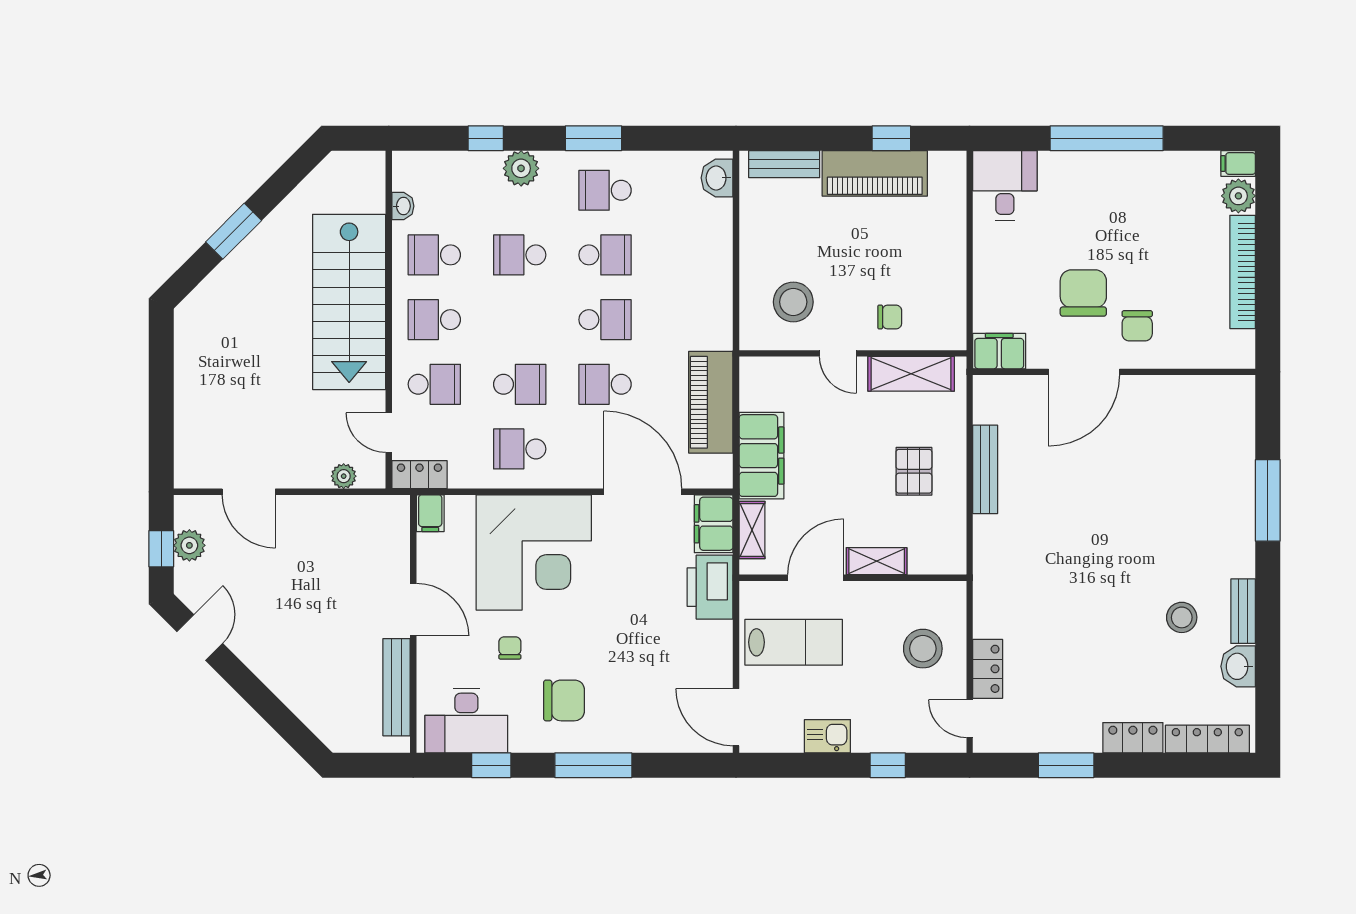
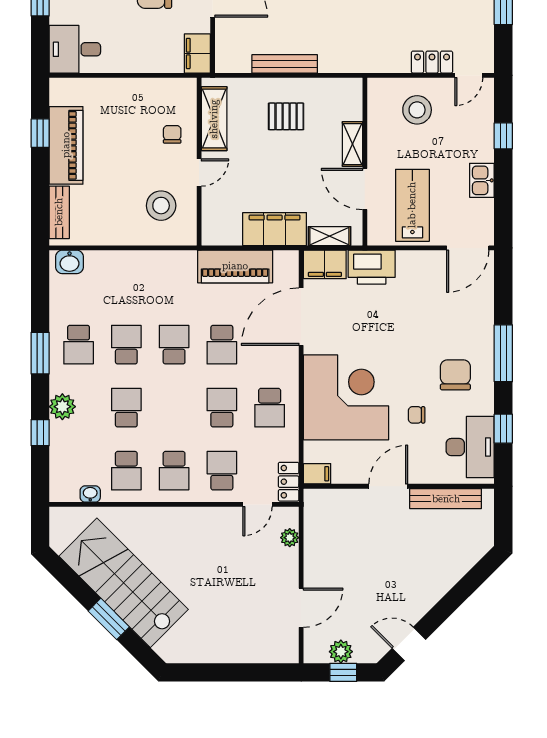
school desk: (520, 255) -> (126, 408), turned 180
stairs: (349, 302) -> (124, 583), moved, turned -135

